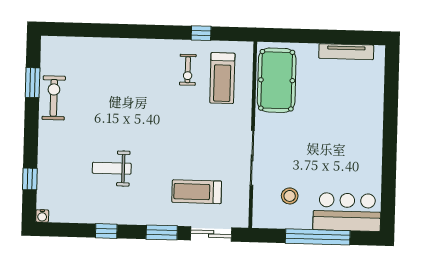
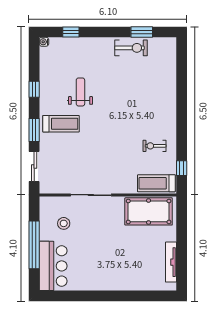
window: (201, 33) -> (182, 168), moved
treadmill: (222, 78) -> (156, 183), moved
treadmill: (197, 192) -> (61, 124), moved, turned 90

